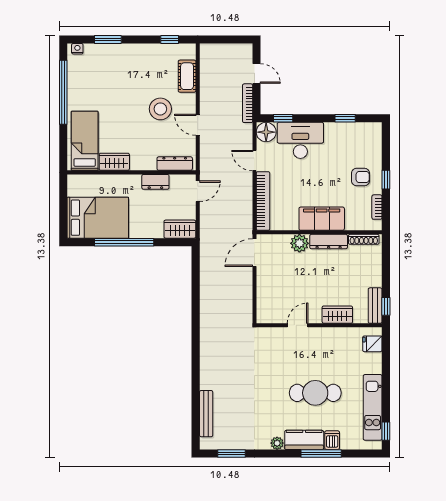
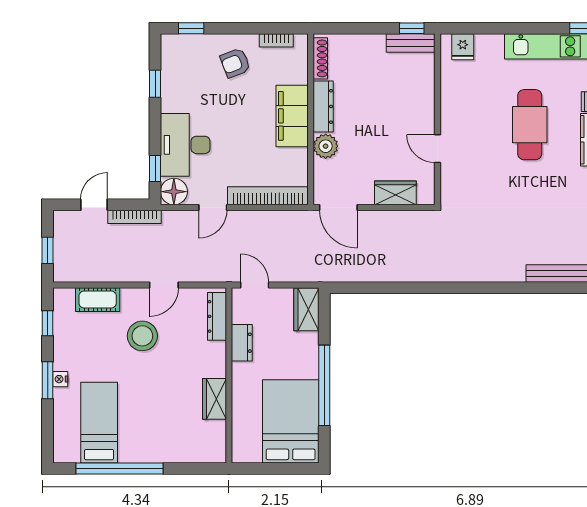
window: (108, 39) -> (48, 380), moved
window: (223, 39) -> (48, 250), added
nightstand: (77, 49) -> (60, 379), moved
bed: (85, 141) -> (99, 423), moved, turned 90
armchair: (361, 177) -> (235, 63), turned -111
window: (386, 180) -> (191, 28), moved
wardrobe: (337, 315) -> (395, 193), moved, turned 90

